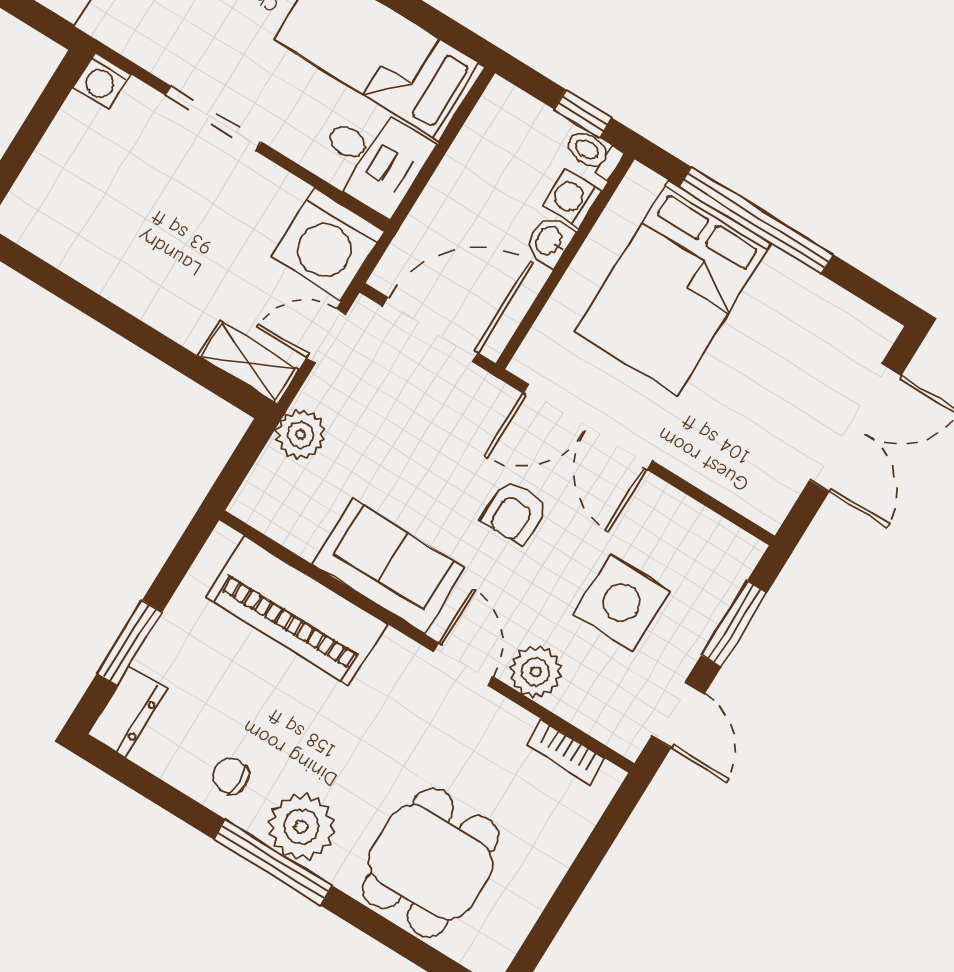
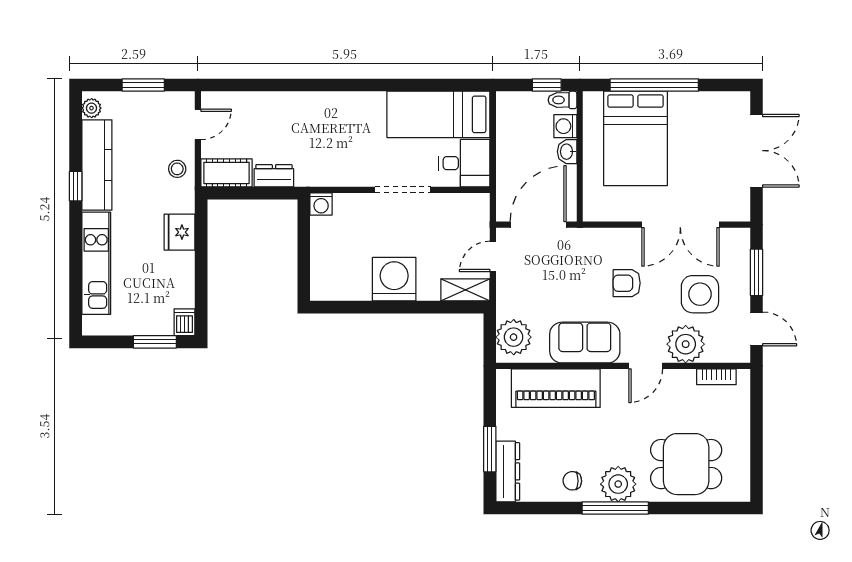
doorway: (213, 118) -> (403, 190), moved
washing machine: (328, 244) -> (394, 279), moved, turned 180
double door: (587, 427) -> (680, 225), moved
plant: (301, 434) -> (514, 337), moved, width x1.36, depth x1.36
armchair: (515, 512) -> (627, 283), turned 90
door: (463, 664) -> (646, 366), swing flipped
plant: (536, 672) -> (686, 344), width x1.36, depth x1.36
dresser: (127, 712) -> (508, 471), width x1.44
dining table: (431, 862) -> (686, 464), turned 90

